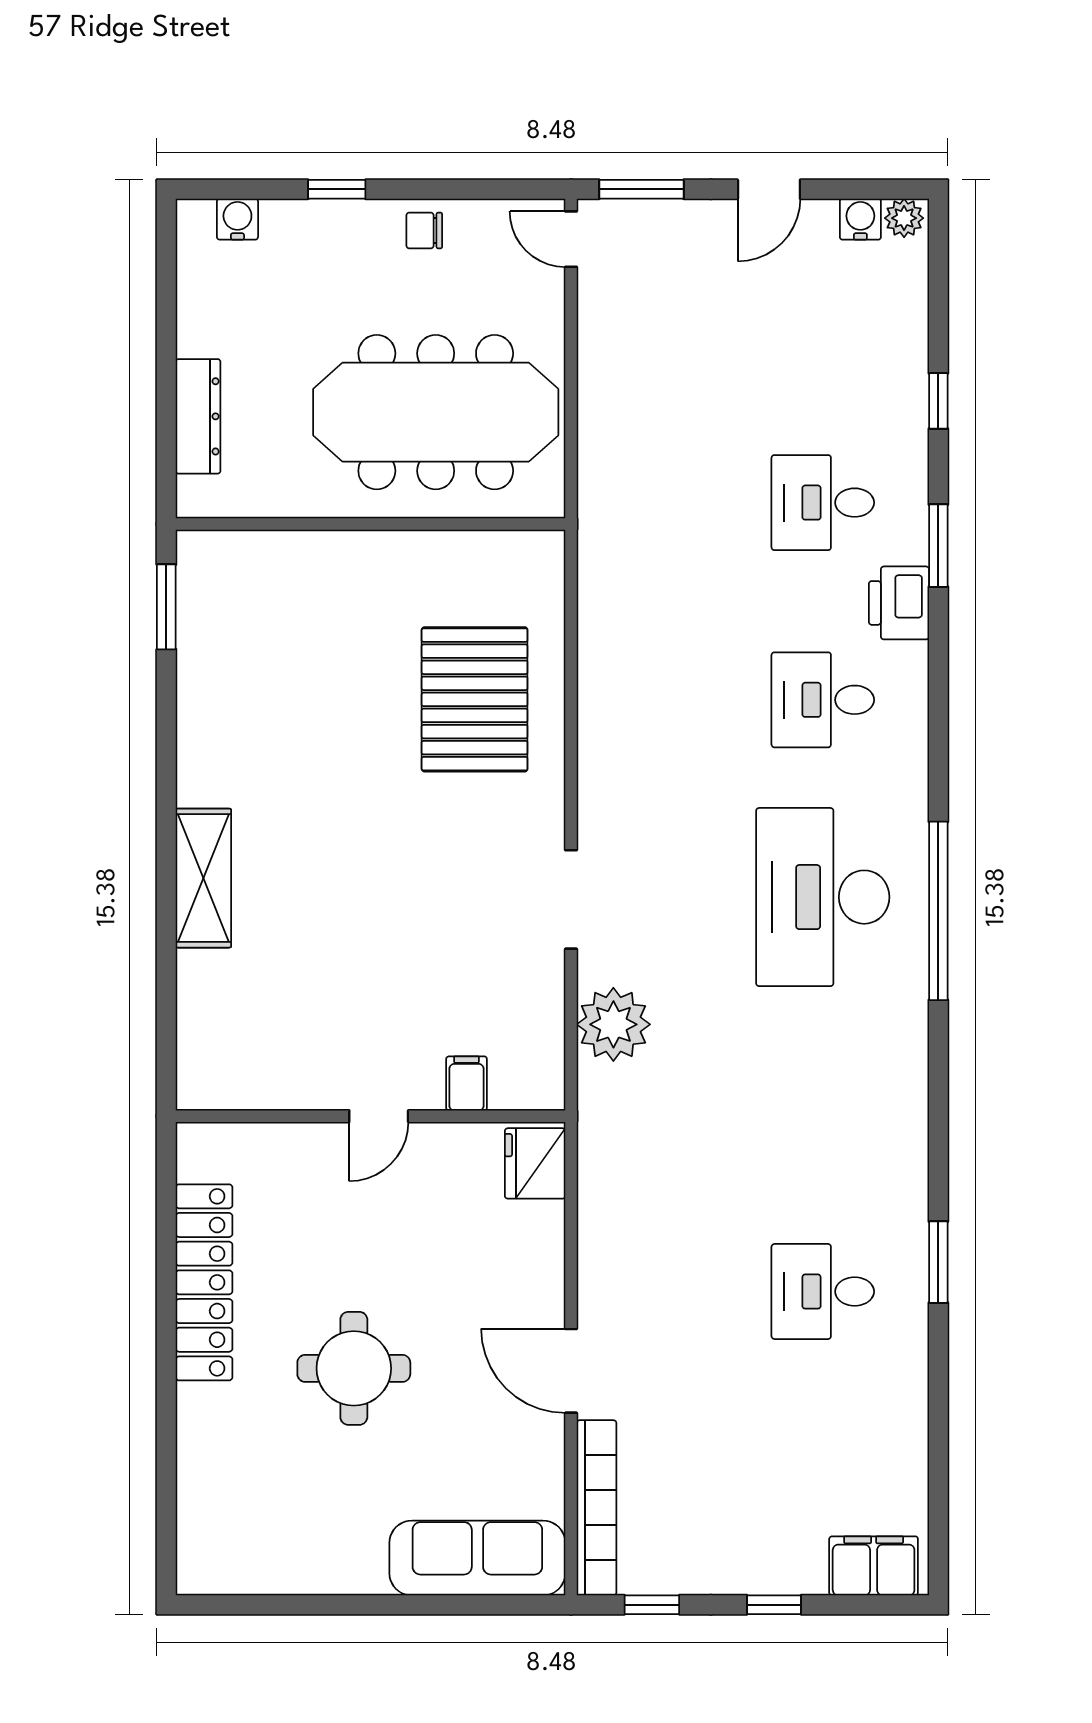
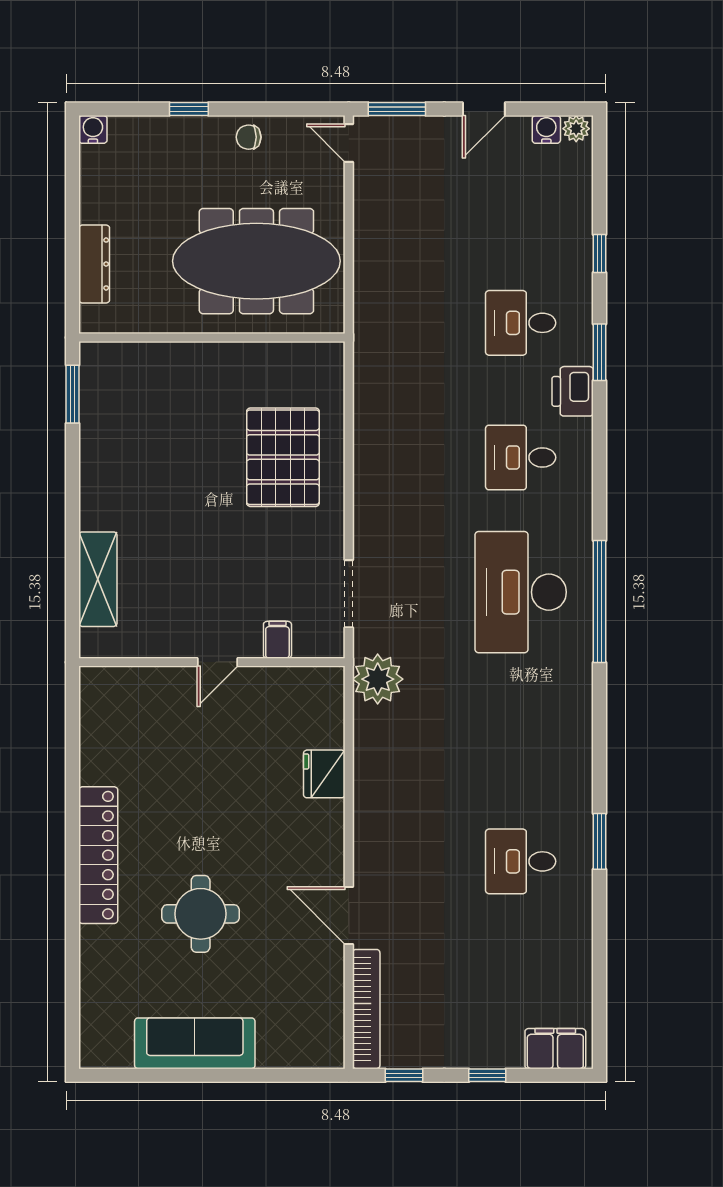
water cooler: (237, 219) -> (93, 129), moved
filing cabinet: (467, 1083) -> (277, 640), moved
wall: (371, 1116) -> (212, 662), moved
door: (379, 1116) -> (217, 662), moved
sofa: (477, 1558) -> (195, 1043), moved

